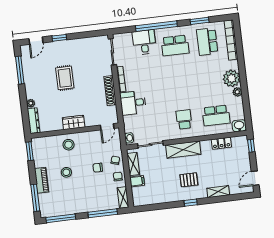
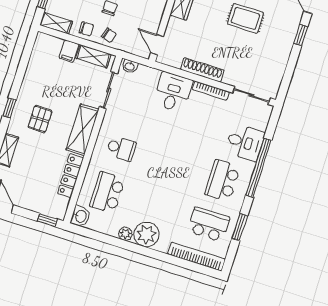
locker: (221, 143) -> (70, 176), width x1.53

